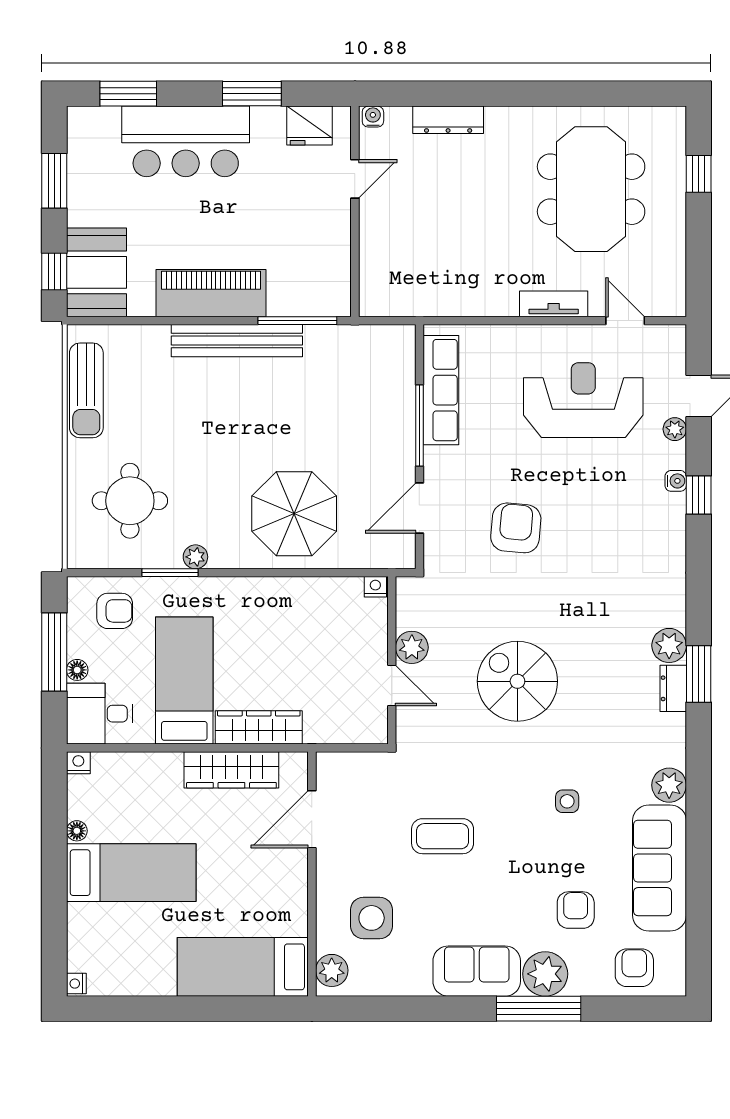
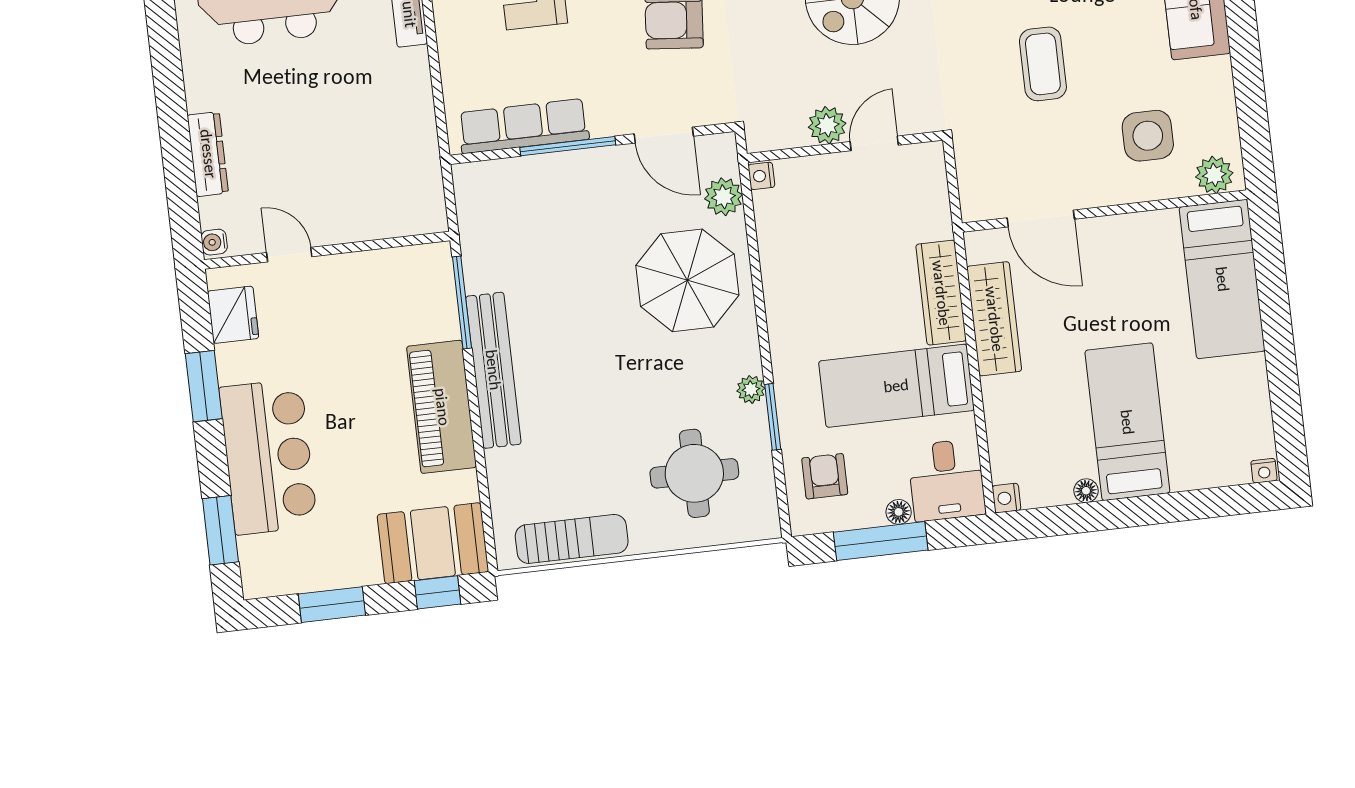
plant: (361, 553) -> (723, 197), added

